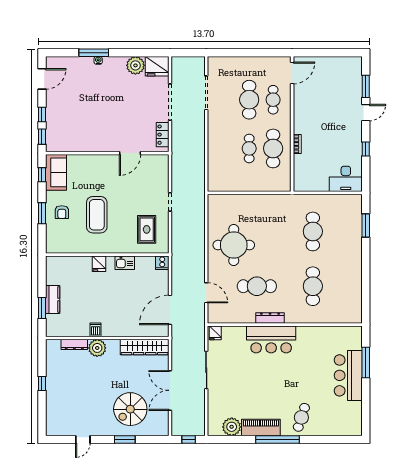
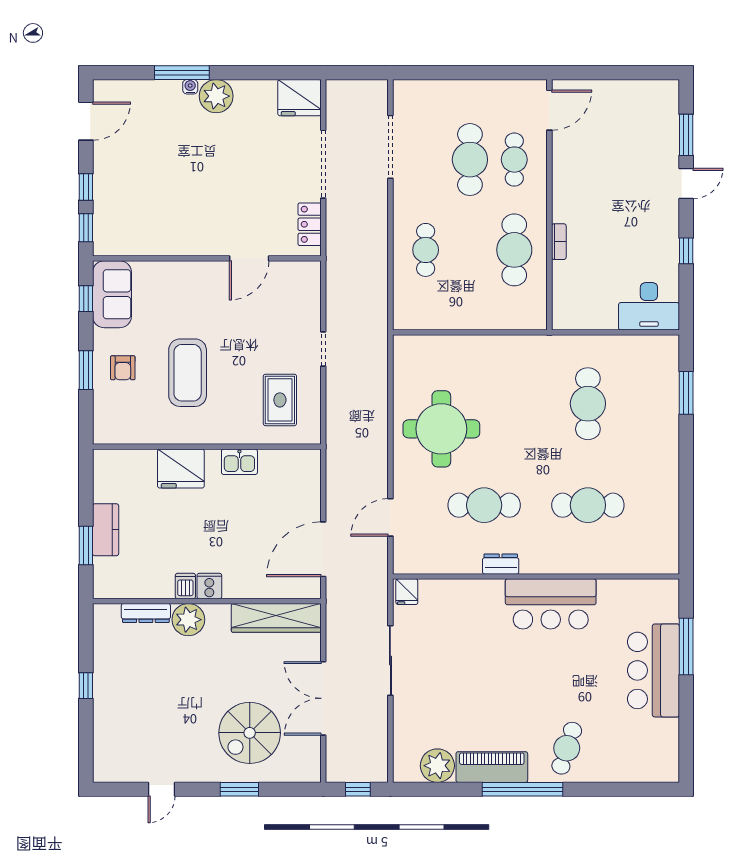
plant: (135, 65) -> (216, 96), moved
cafe table: (249, 148) -> (426, 250), moved
cooker: (162, 263) -> (209, 586), moved, turned 180
fridge: (99, 264) -> (181, 468), width x1.88, depth x1.34
cafe table: (313, 286) -> (588, 505), turned 90
door: (206, 293) -> (390, 517), swing flipped
dresser: (270, 318) -> (501, 564), width x0.70
bar counter: (271, 339) -> (551, 604), moved

